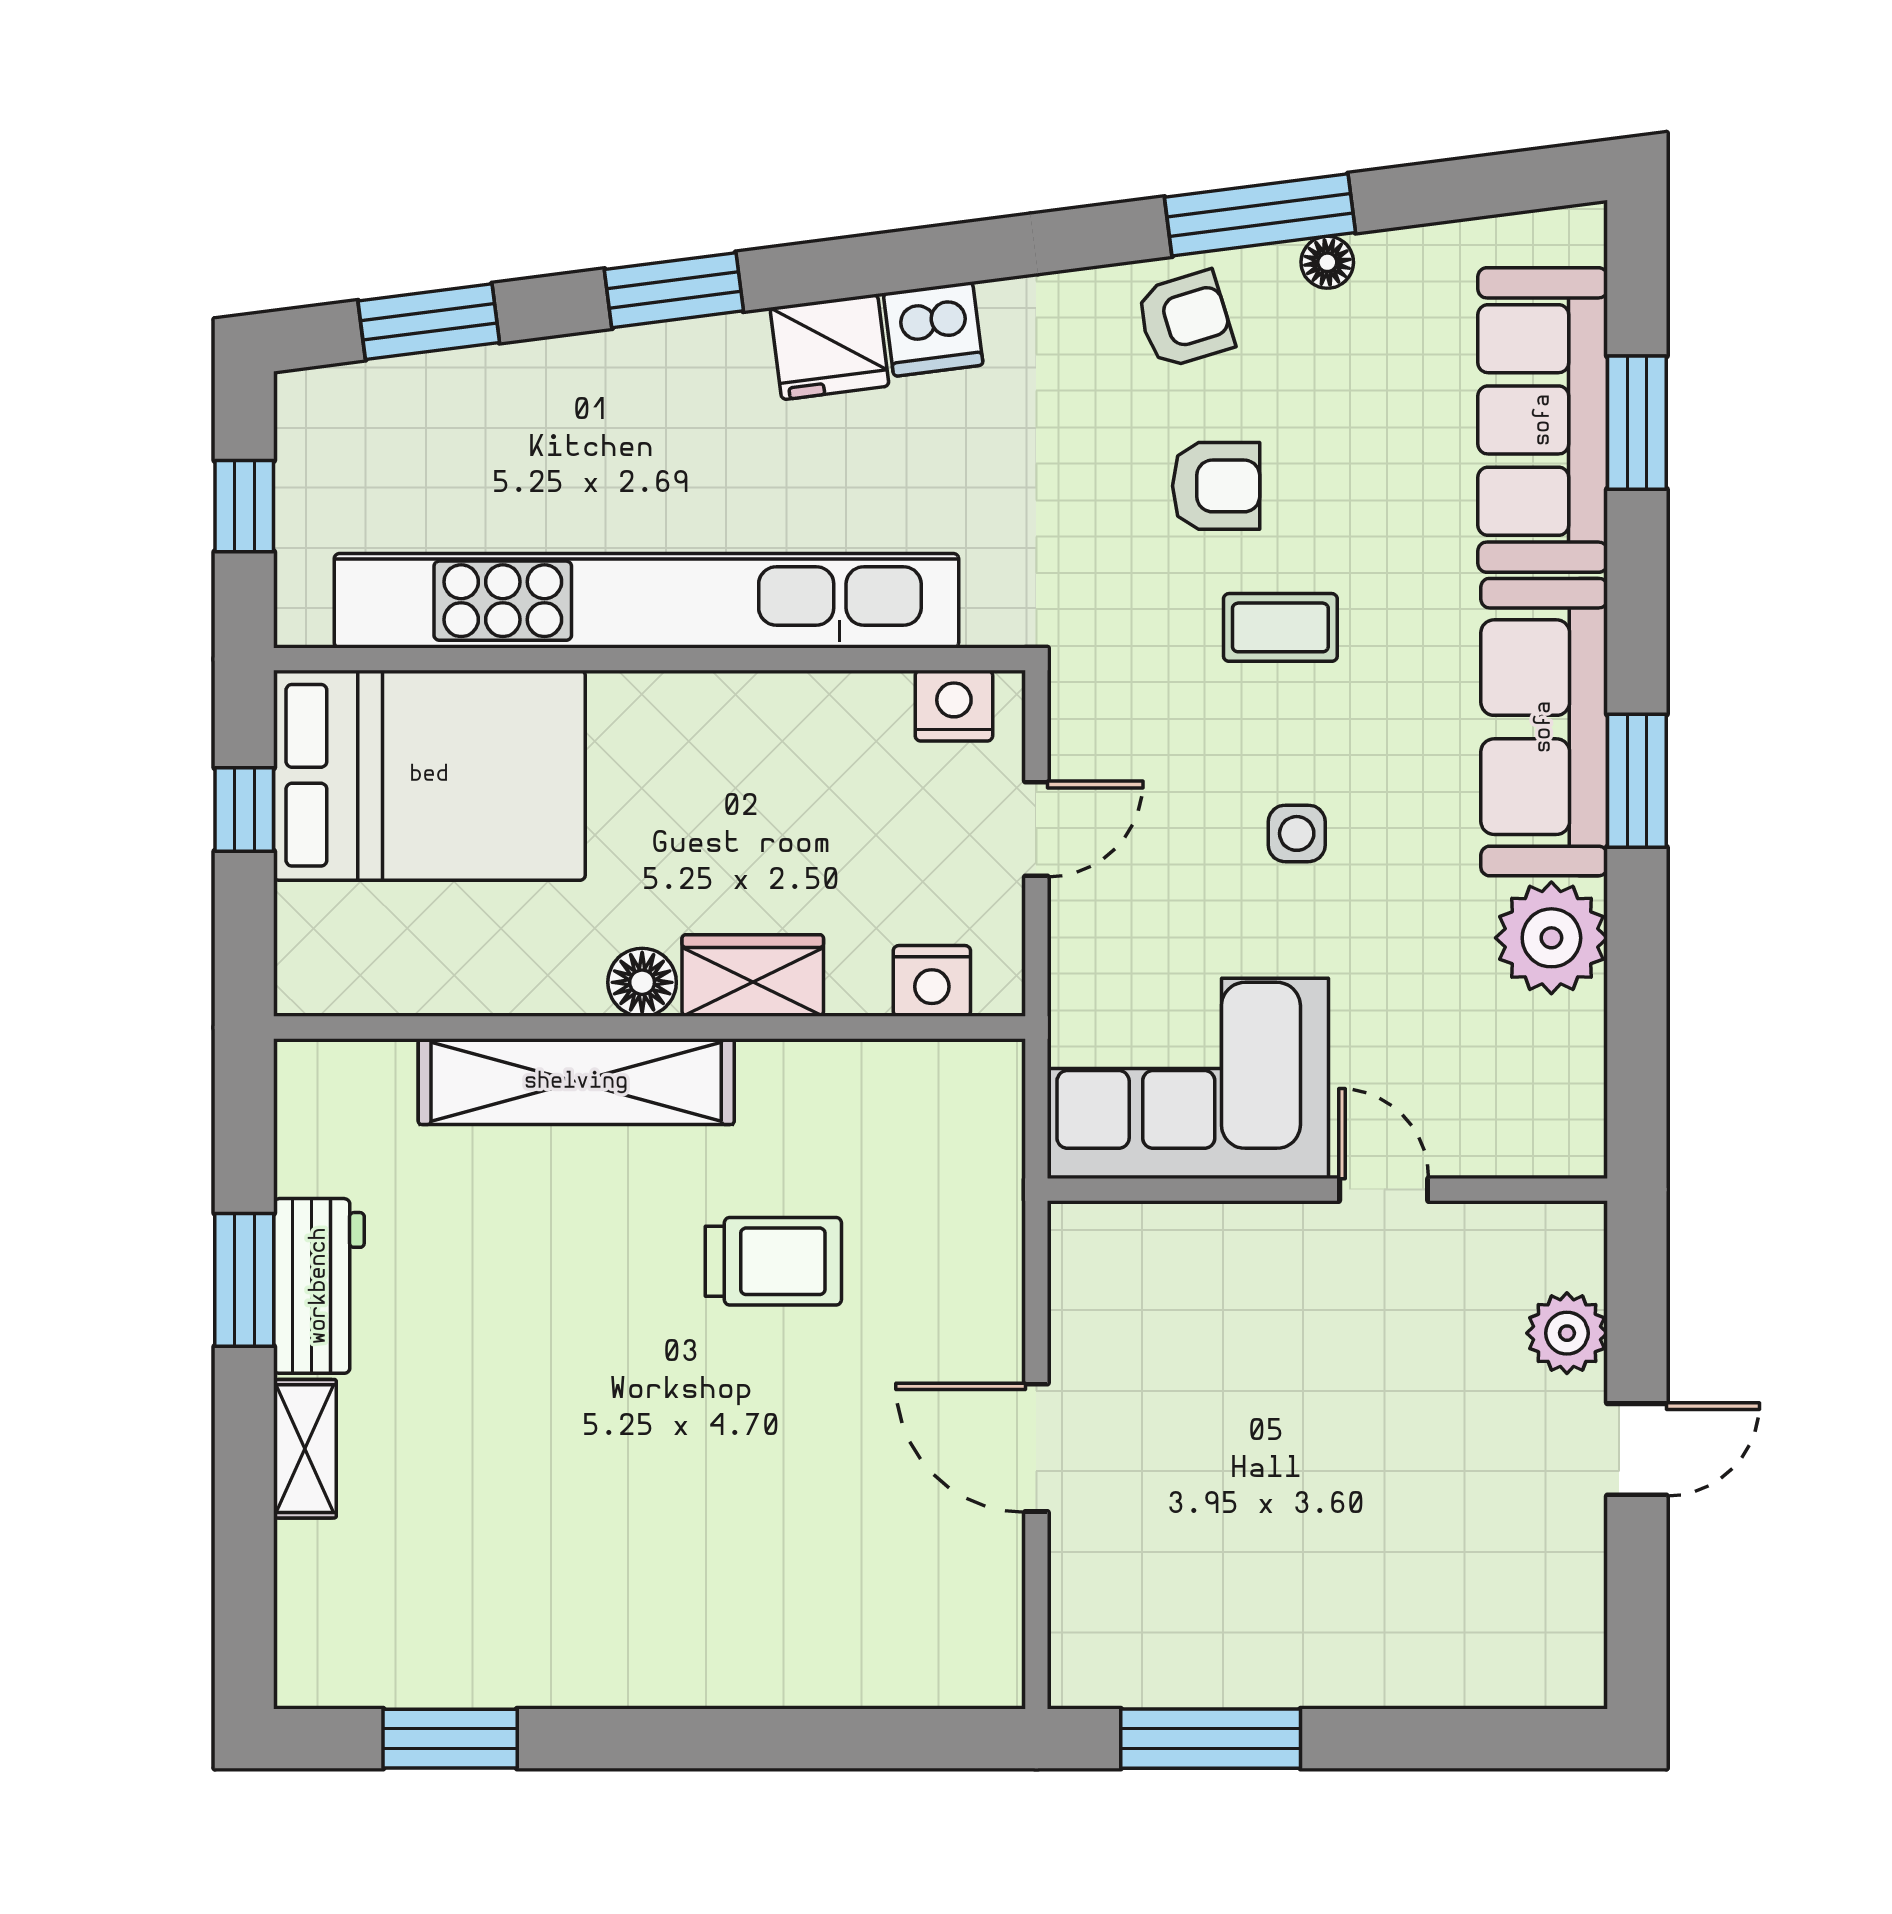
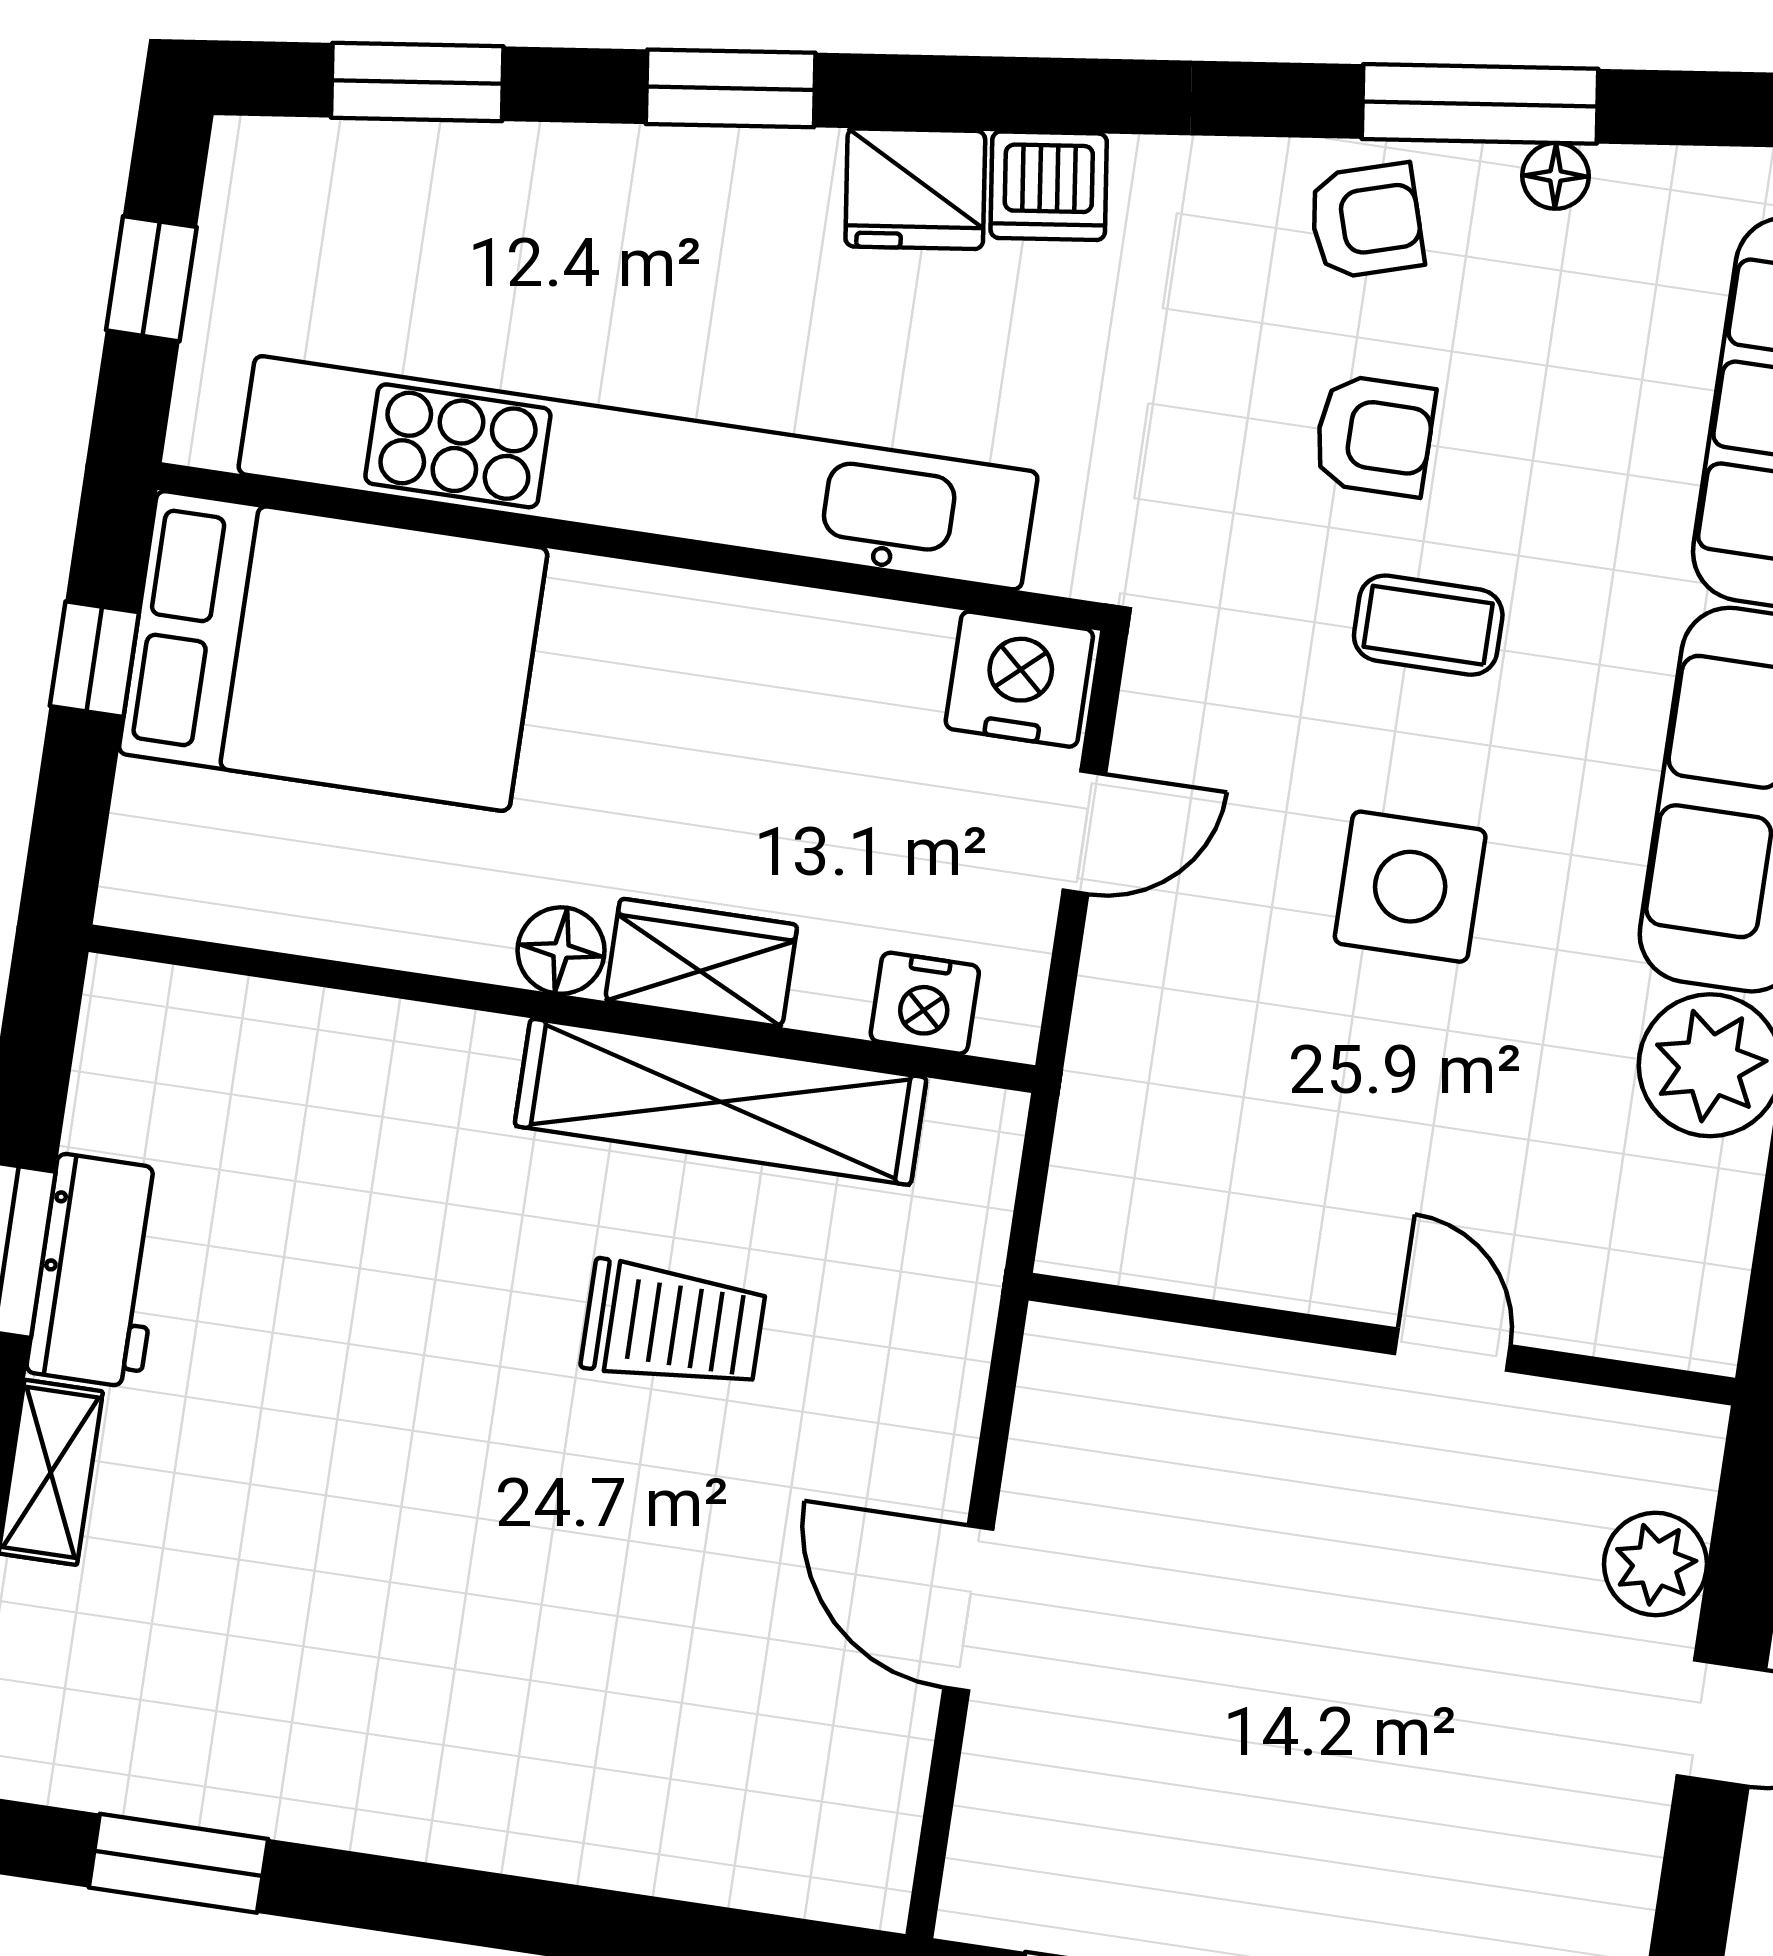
nightstand: (954, 706) -> (1019, 679), width x1.36, depth x1.33
side table: (1297, 833) -> (1410, 887), width x1.87, depth x1.87
corner sofa: (1188, 1078) -> (1228, 1173), removed
shelving: (576, 1082) -> (721, 1102), moved

